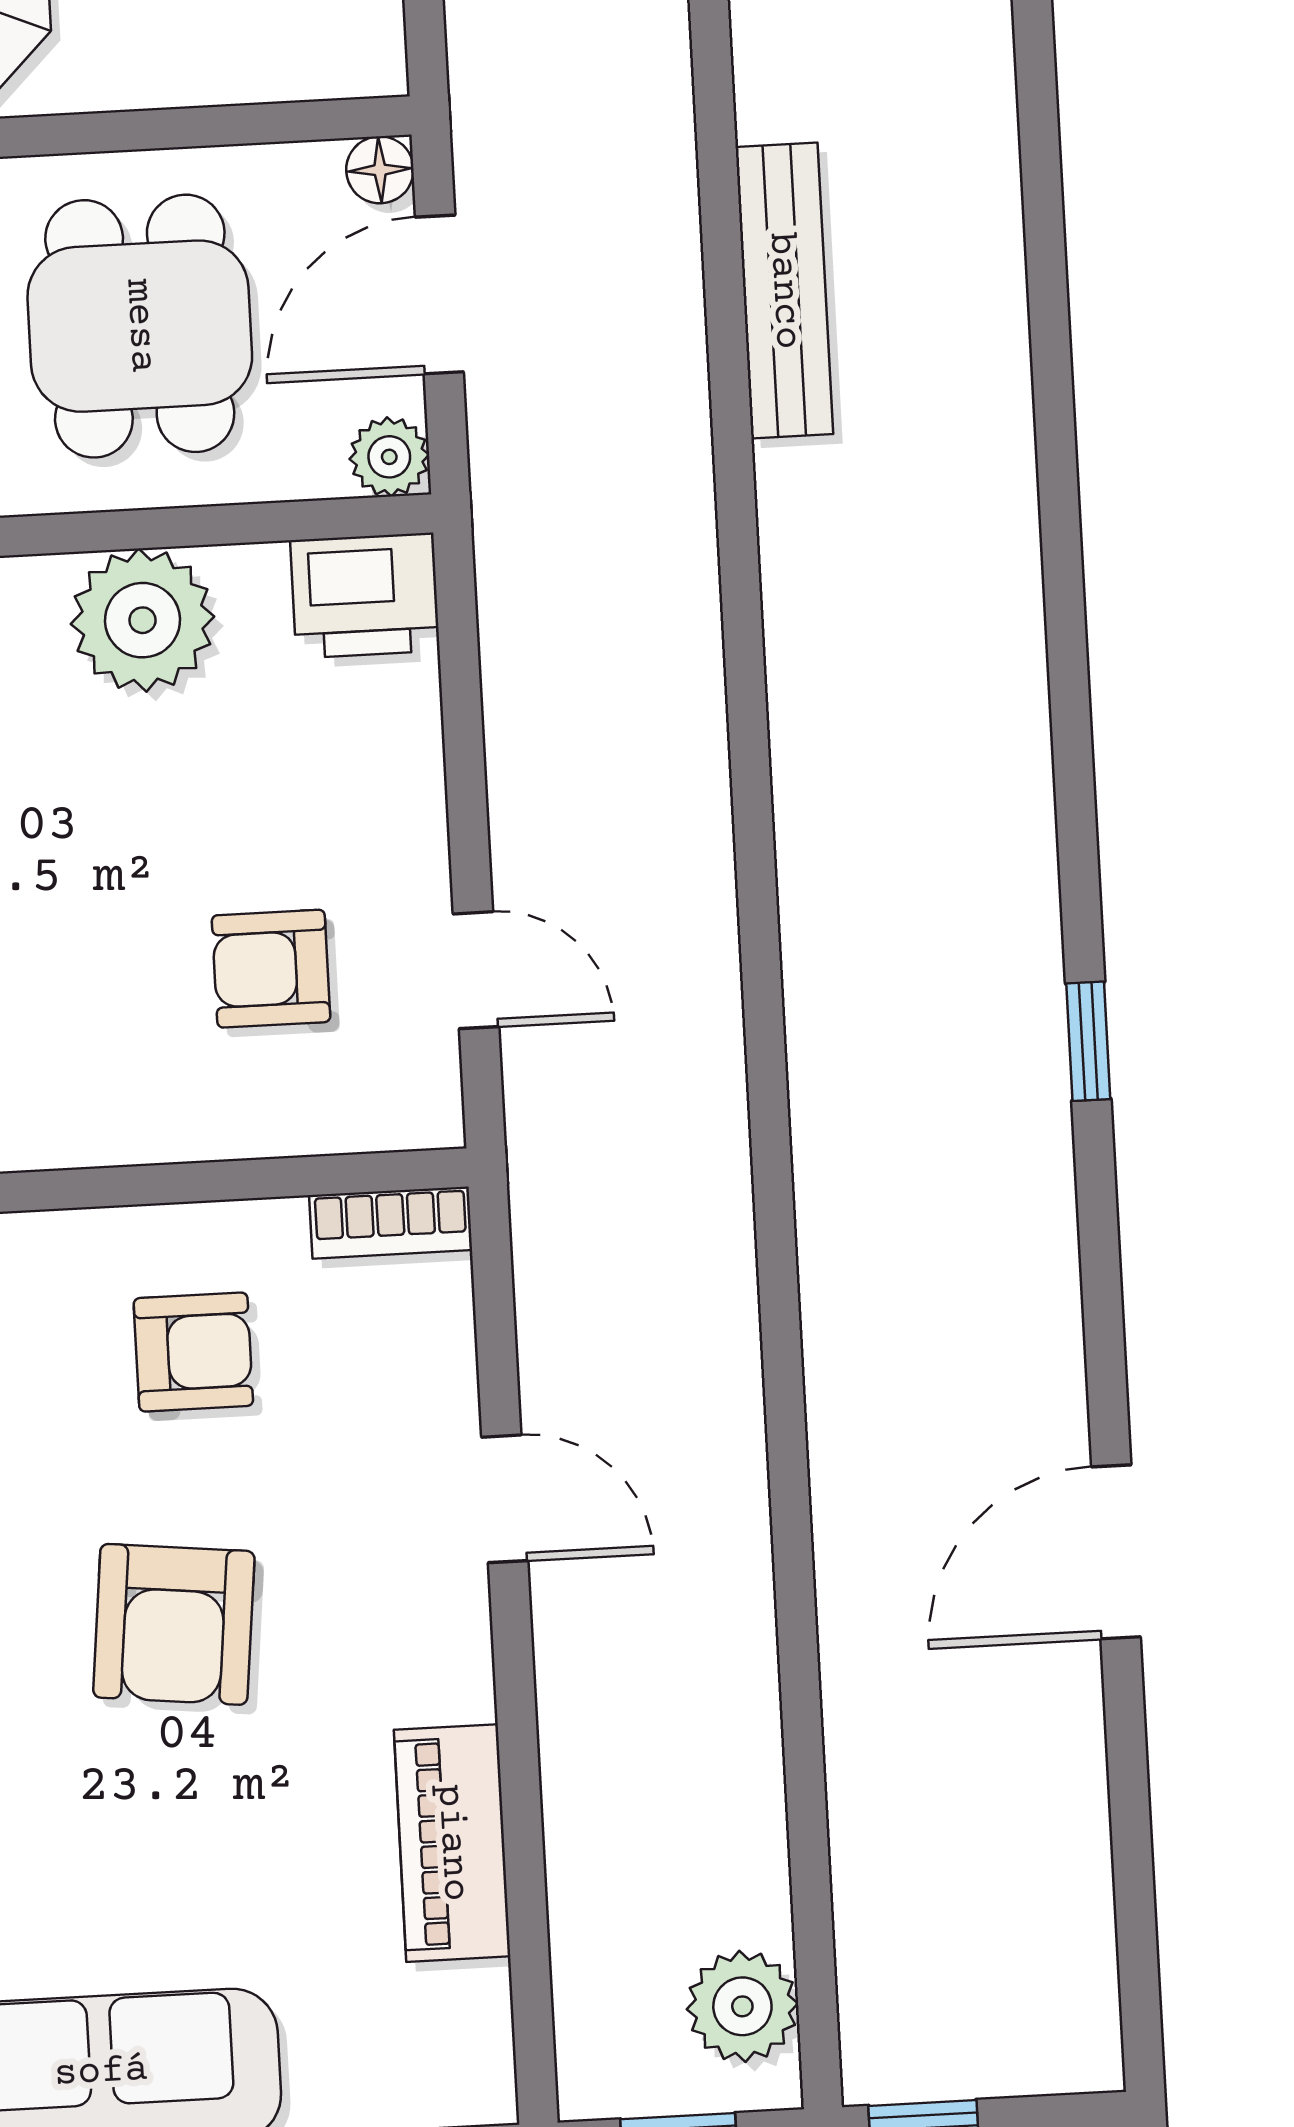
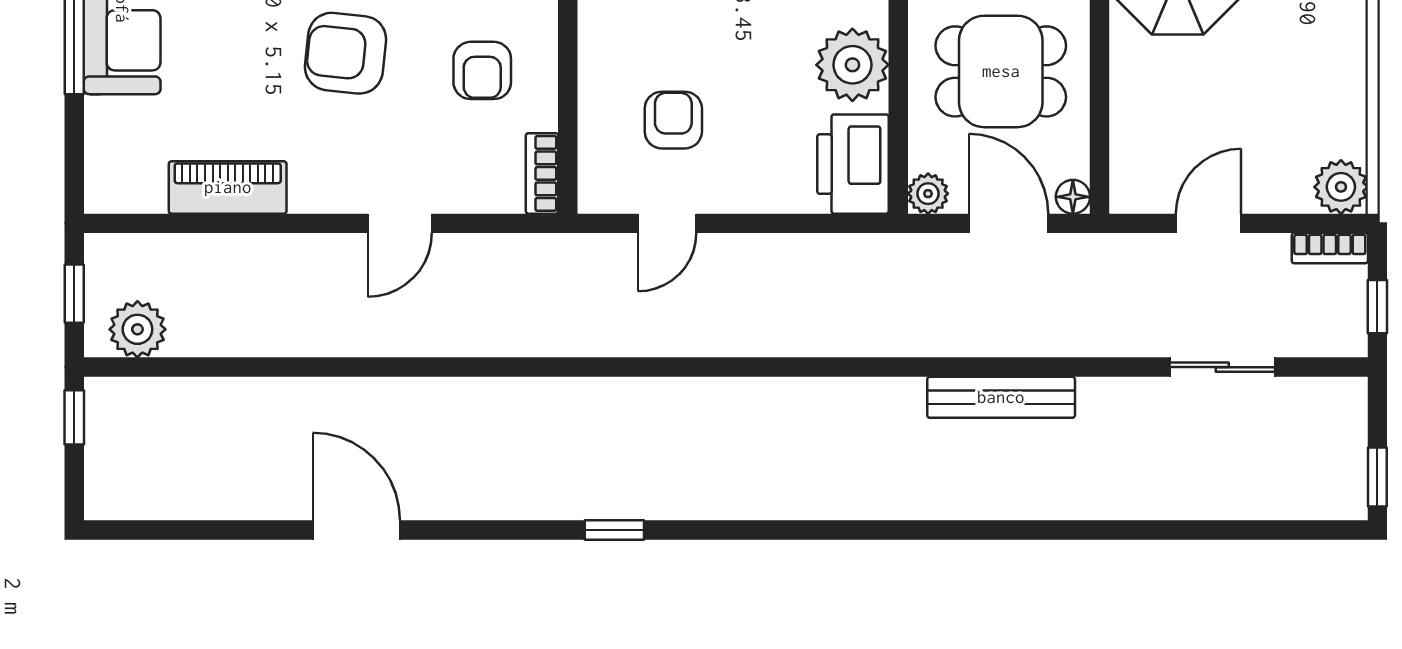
printer: (365, 596) -> (853, 164), width x1.37, depth x1.19

